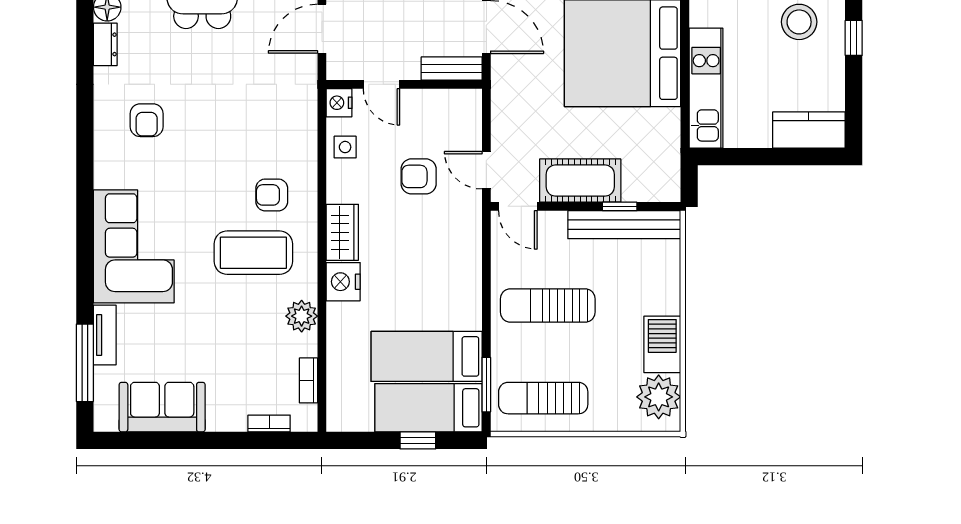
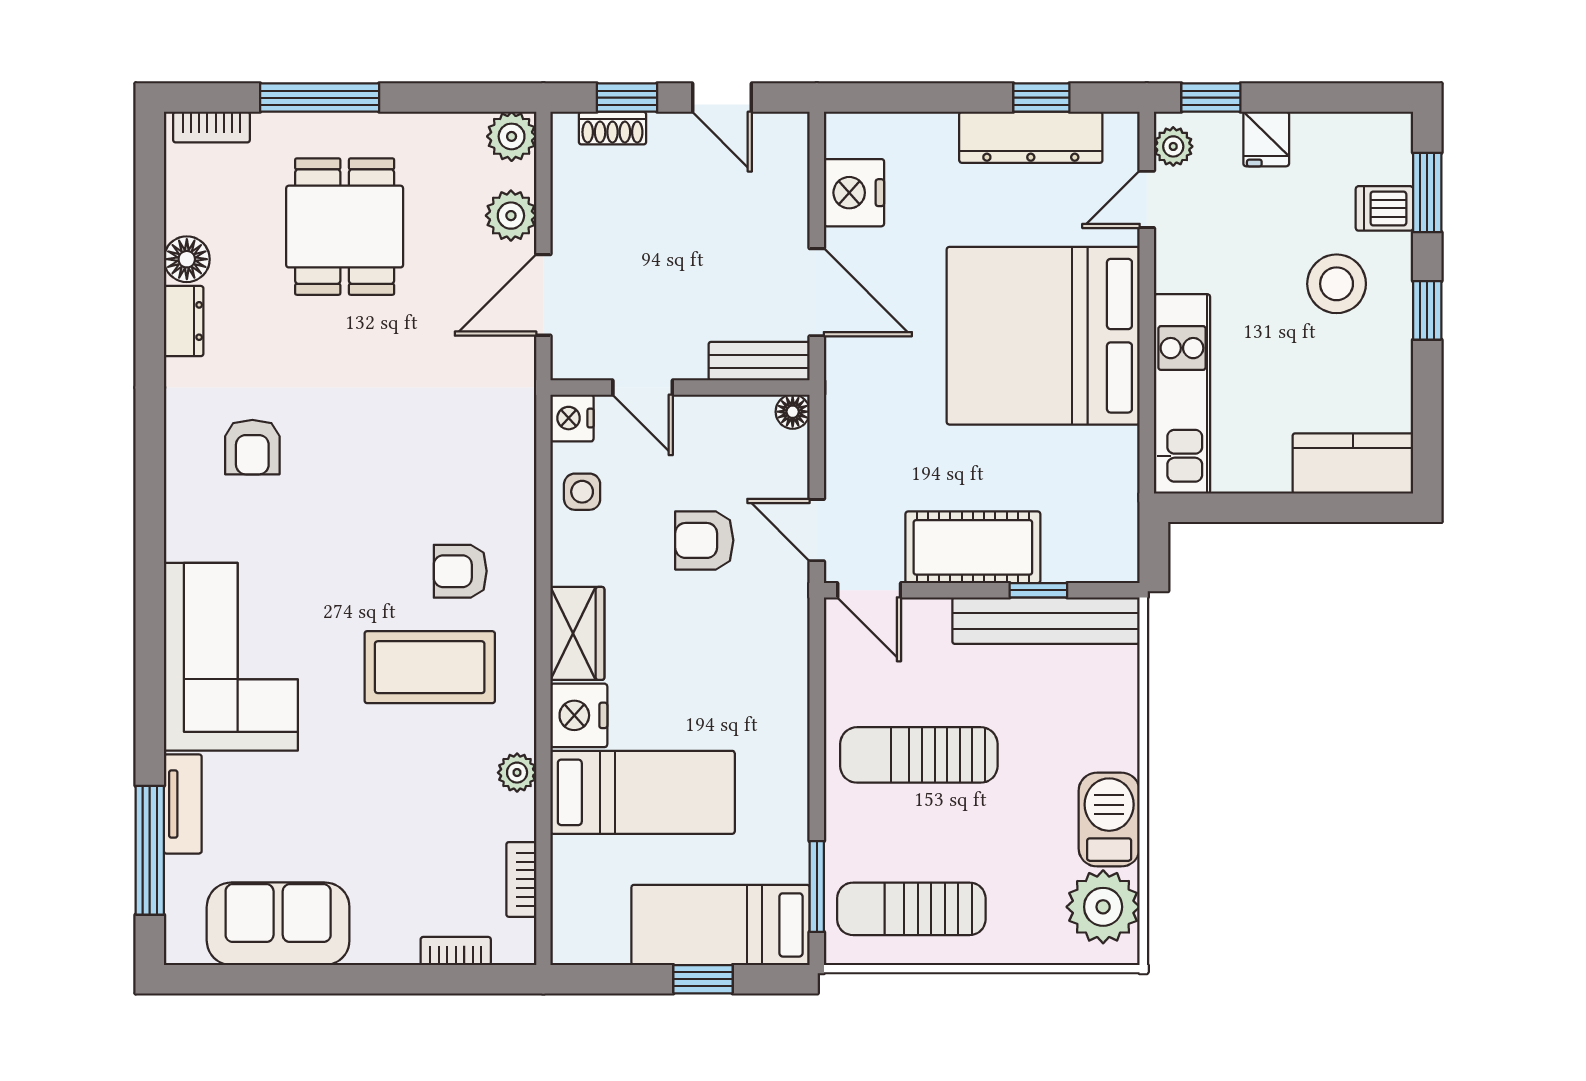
floor lamp: (472, 99) -> (793, 412), added
plant: (302, 316) -> (517, 773), width x0.73, depth x0.73
bed: (427, 356) -> (643, 792), moved, turned 180

